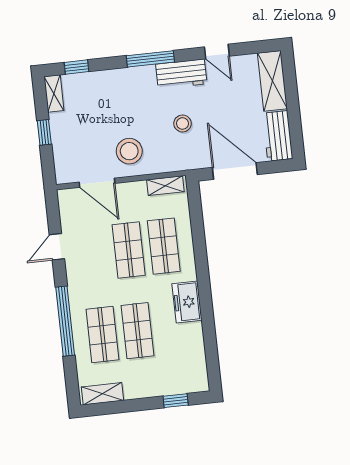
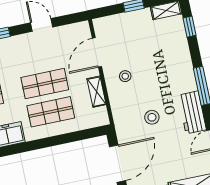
stool: (129, 151) -> (125, 76), width x0.53, depth x0.53
shelving: (165, 186) -> (96, 92), moved

